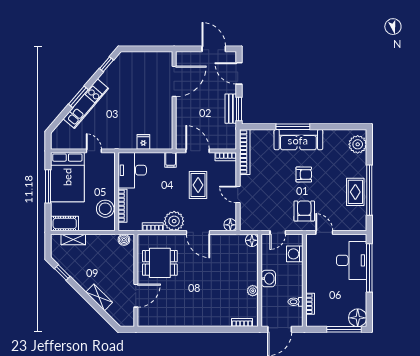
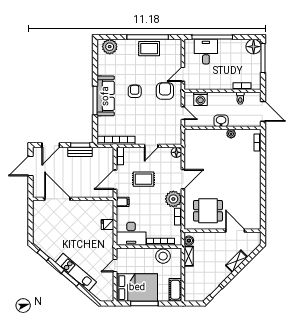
armchair: (304, 211) -> (165, 91), turned 90
shelving: (73, 239) -> (189, 256), moved
floor lamp: (252, 240) -> (189, 134), removed
desk: (352, 260) -> (206, 52), width x0.73
dining table: (160, 263) -> (208, 211), turned 90

